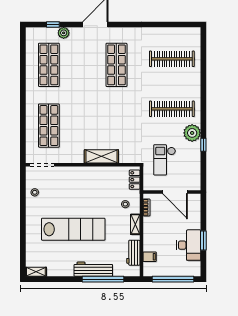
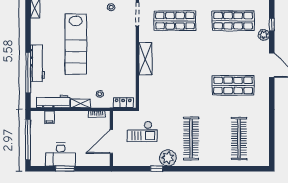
shelving: (101, 156) -> (145, 59), moved
checkout: (165, 160) -> (142, 131), turned 180
workbench: (133, 253) -> (53, 102), width x1.38

